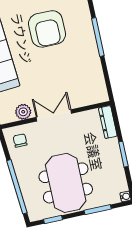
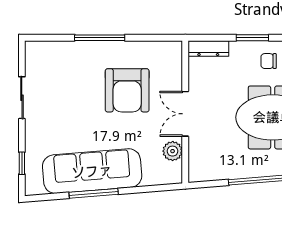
armchair: (47, 29) -> (127, 90), moved, turned 90
chair: (20, 140) -> (269, 61), moved

